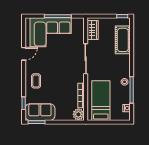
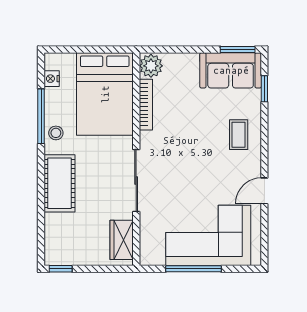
cot: (123, 40) -> (59, 183), moved
bed: (101, 101) -> (105, 94), width x1.50

